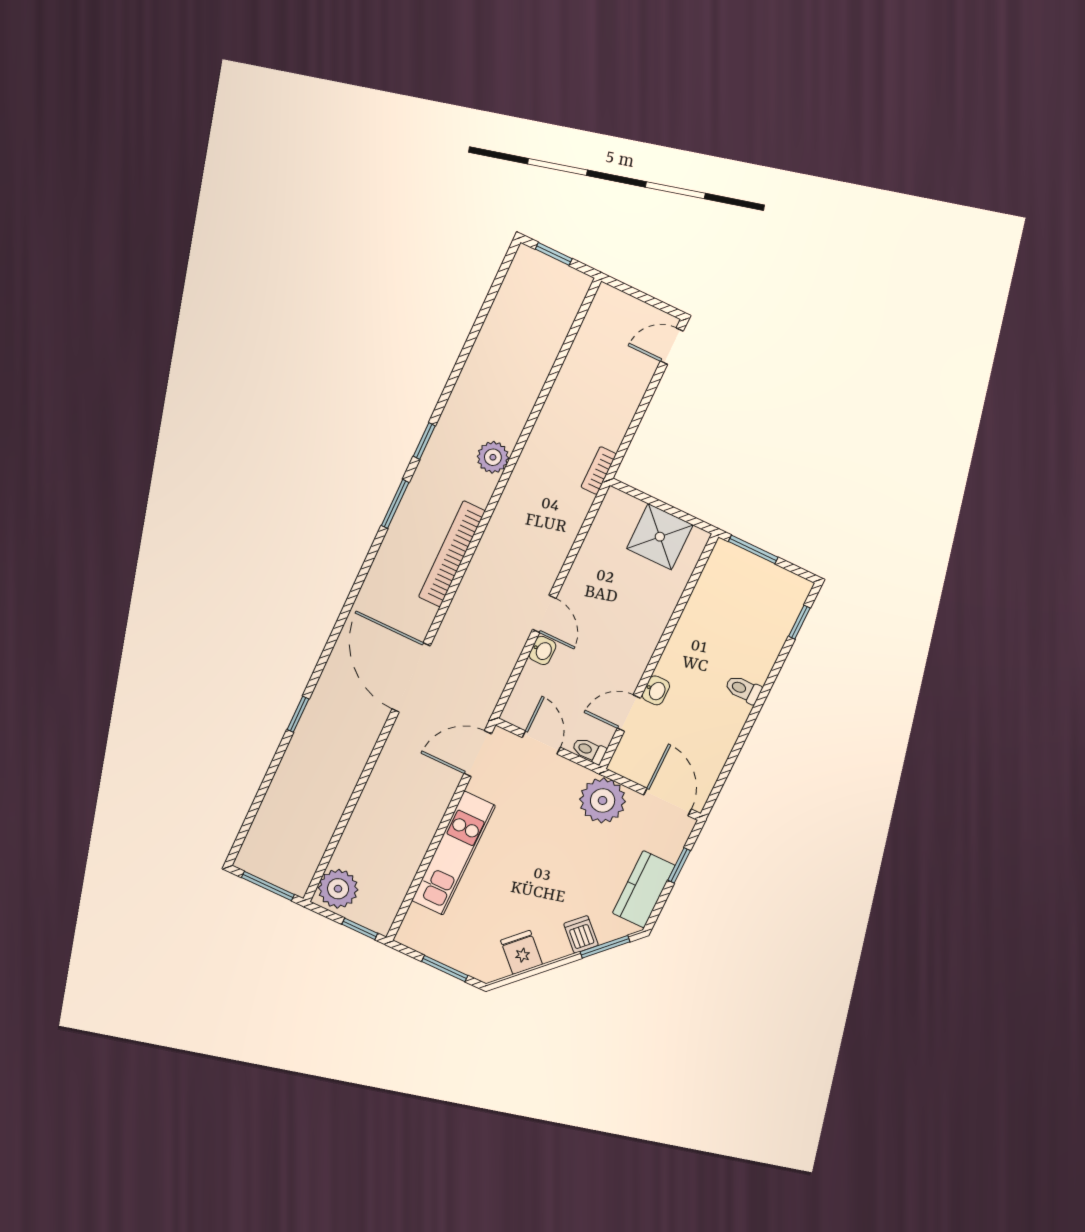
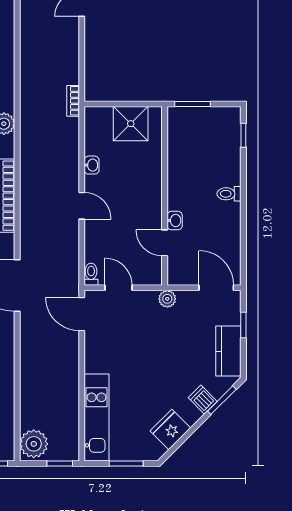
washbasin: (542, 650) -> (92, 165), moved
door: (629, 713) -> (165, 243), hinge flipped
toilet: (589, 750) -> (91, 274), moved, turned 90
door: (478, 754) -> (82, 314), hinge flipped
plant: (603, 800) -> (167, 299), width x0.53, depth x0.53
kitchen unit: (453, 853) -> (97, 417), moved
fridge: (521, 952) -> (170, 429), width x1.38

